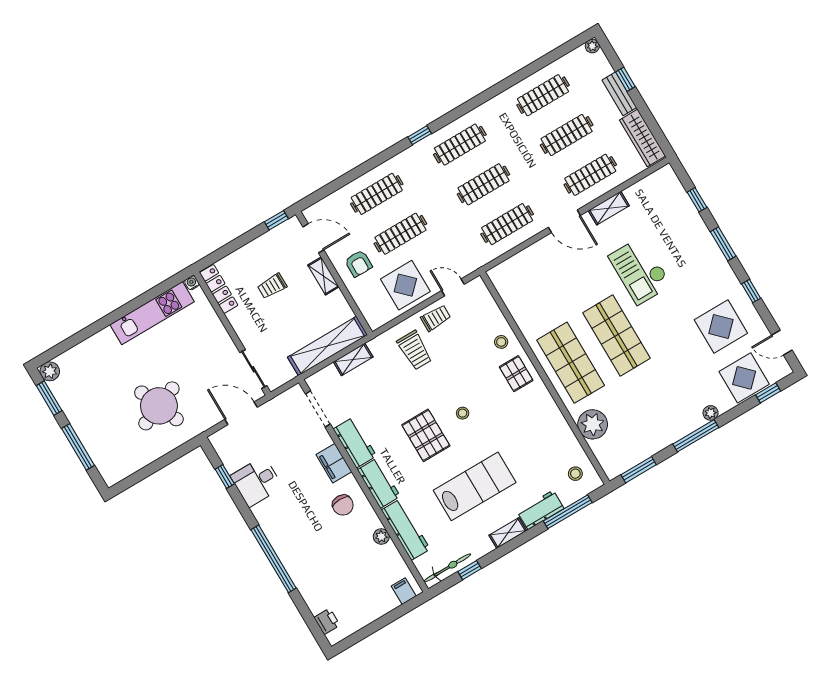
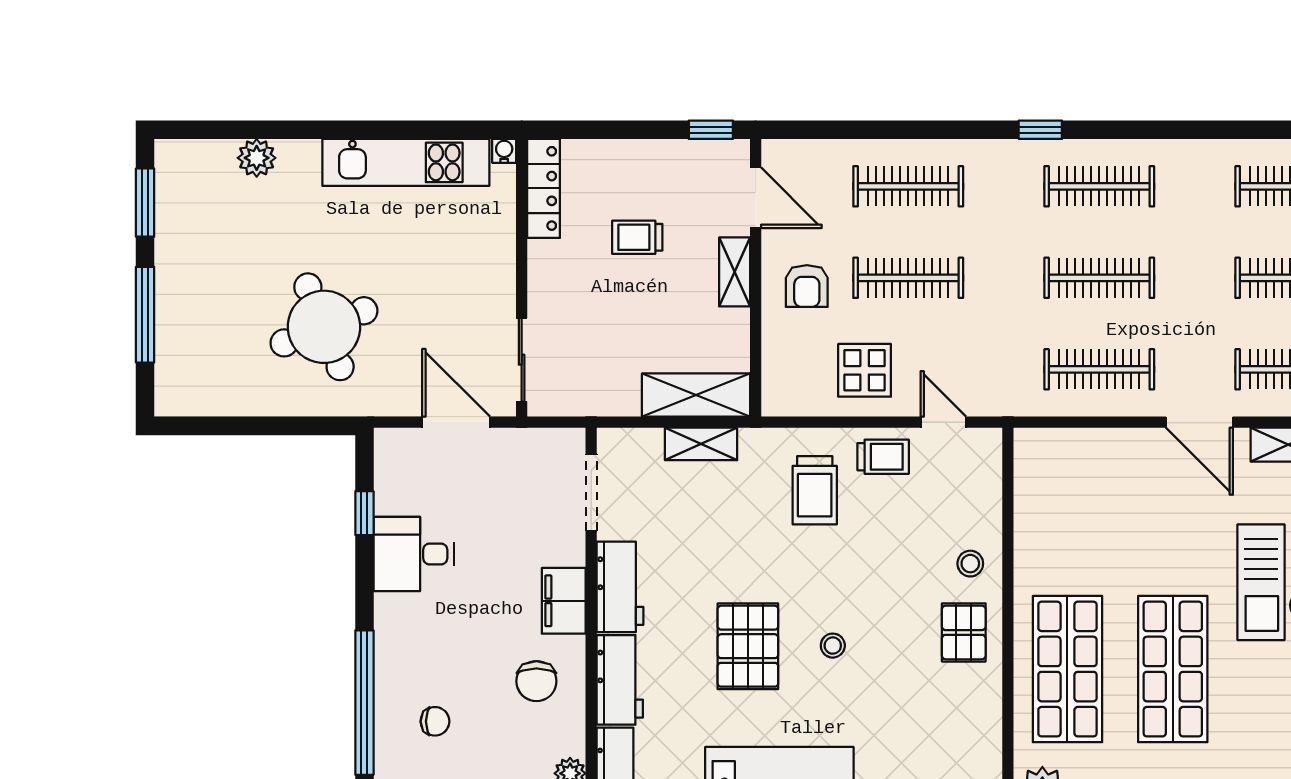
display table: (405, 285) -> (865, 370), width x0.73, depth x0.73
shelving: (327, 346) -> (696, 395), width x0.68
plant: (50, 371) -> (257, 158), moved
chair: (309, 549) -> (435, 721), added

